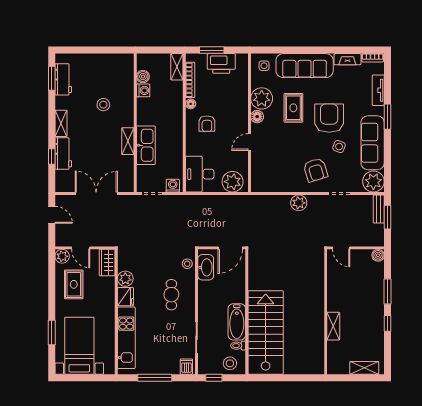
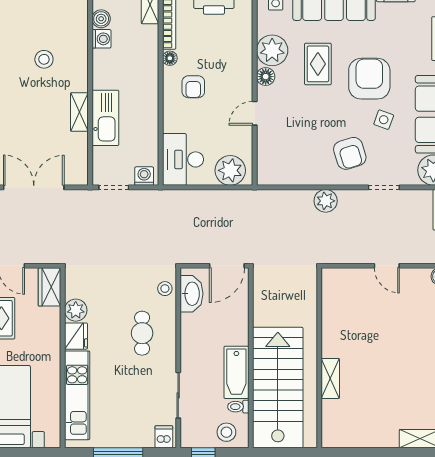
wall: (326, 312) -> (319, 358), moved
shelving: (333, 326) -> (330, 378), moved

